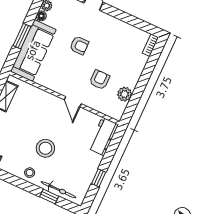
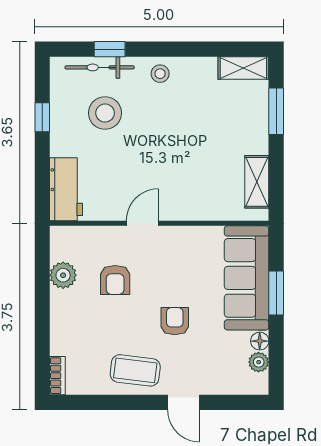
coffee table: (110, 30) -> (135, 370), added
armchair: (79, 45) -> (175, 321), turned 90
door: (73, 102) -> (143, 223), hinge flipped
stool: (45, 148) -> (105, 113), moved

